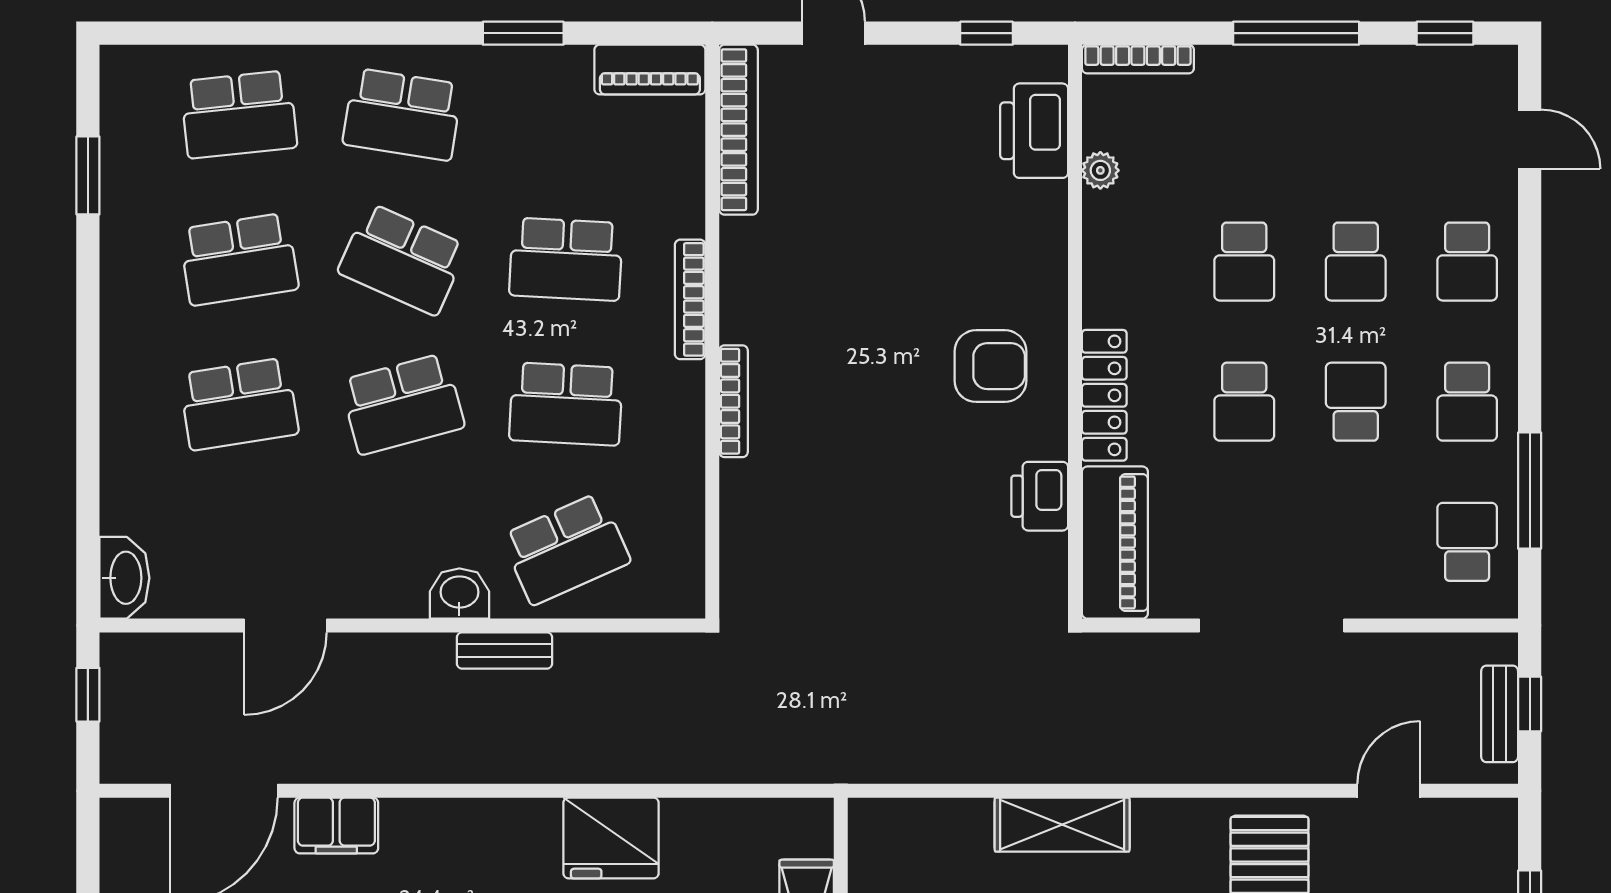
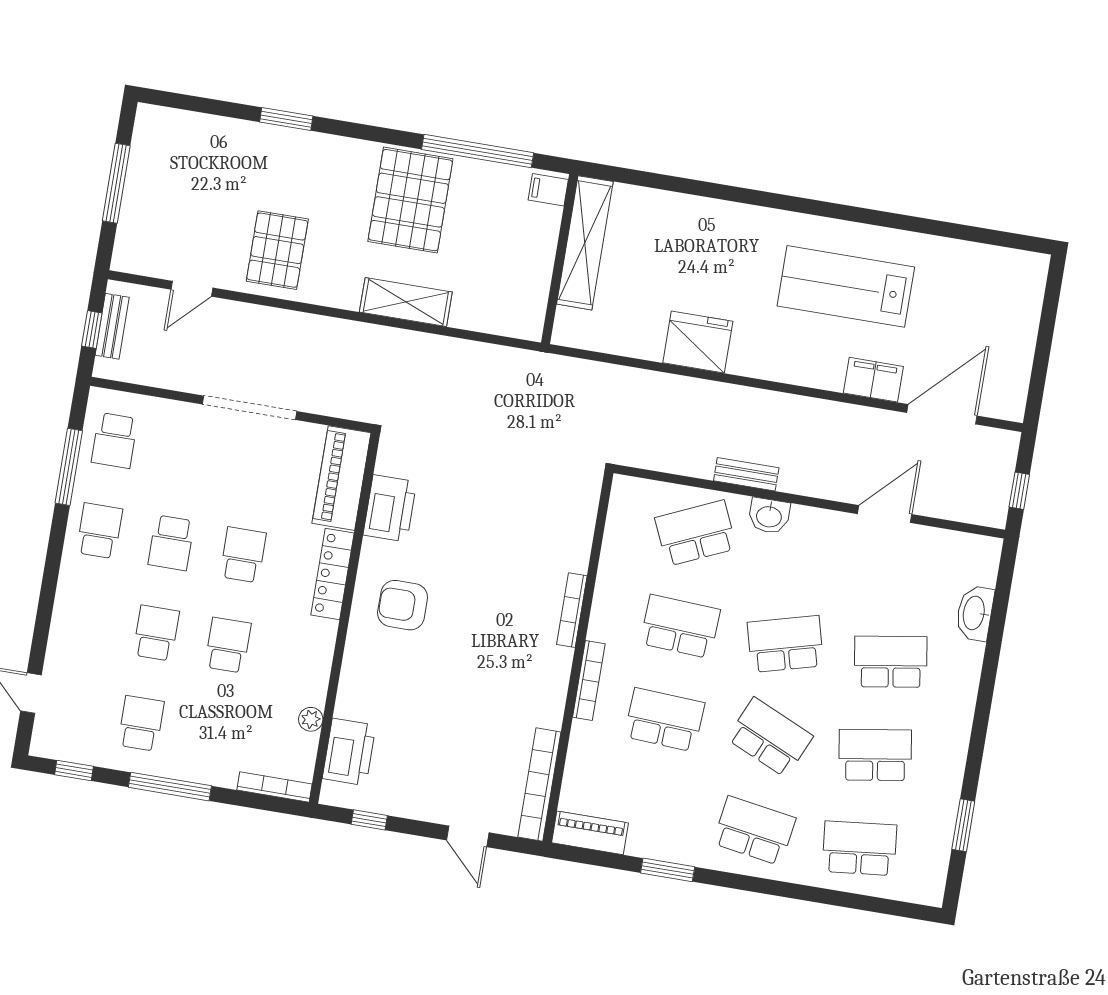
school desk: (1467, 262) -> (141, 723), moved
printer: (1040, 496) -> (390, 508), width x1.37, depth x1.19
washbasin: (124, 578) -> (975, 613), moved

